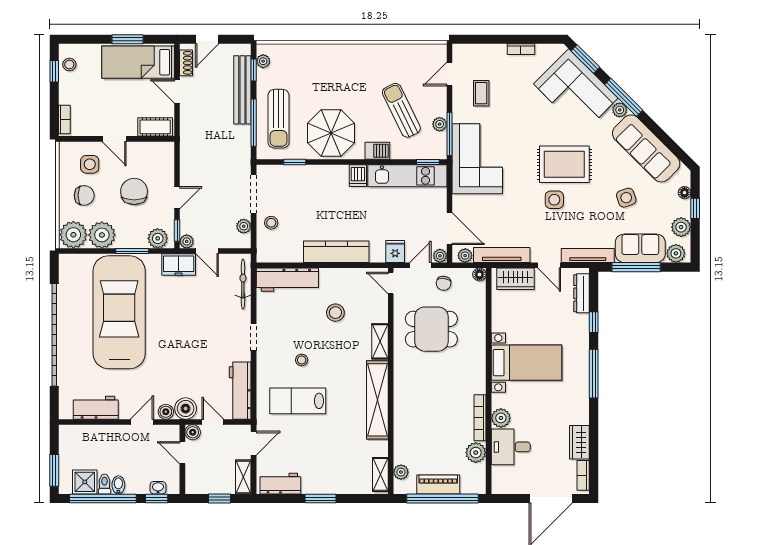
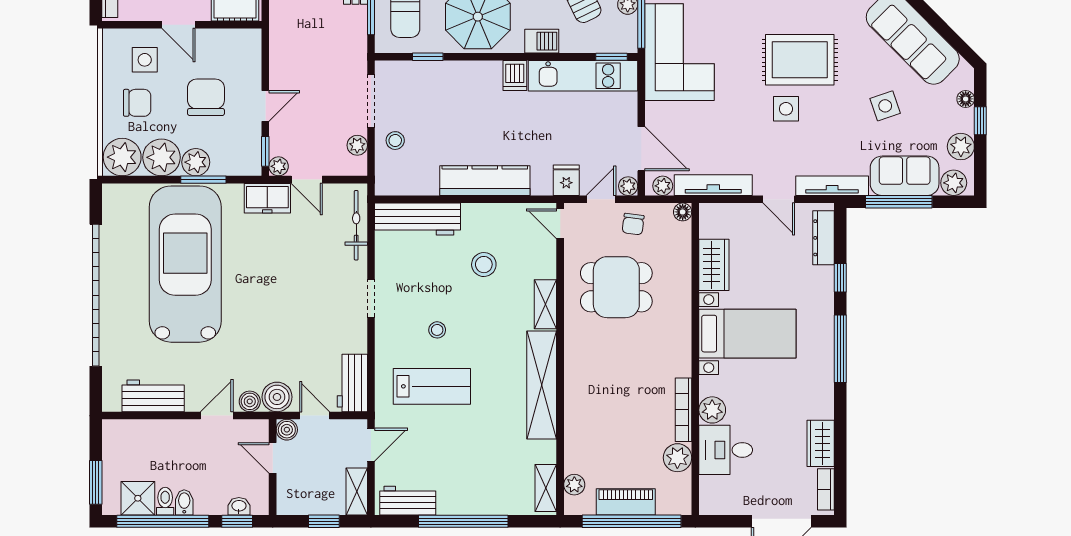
plant: (158, 238) -> (196, 162), moved
wardrobe: (515, 279) -> (714, 265), moved, turned -90
workbench: (240, 391) -> (352, 383), width x0.73
lab bench: (298, 401) -> (432, 386), turned 180
window: (321, 499) -> (463, 521), width x2.11

